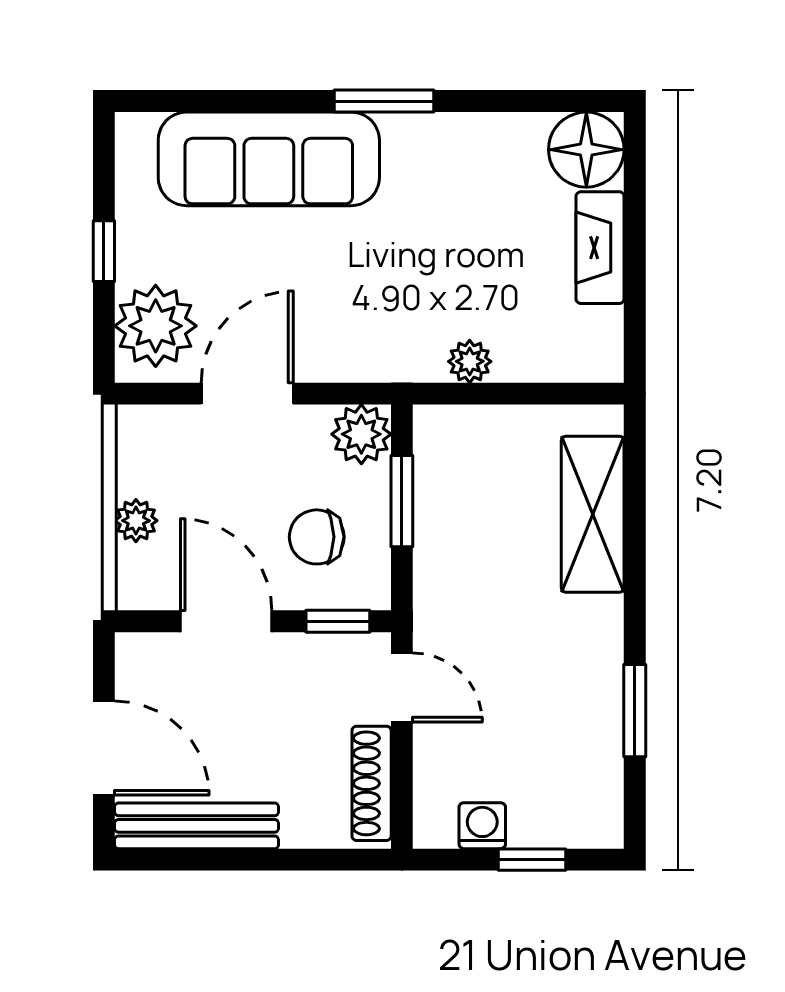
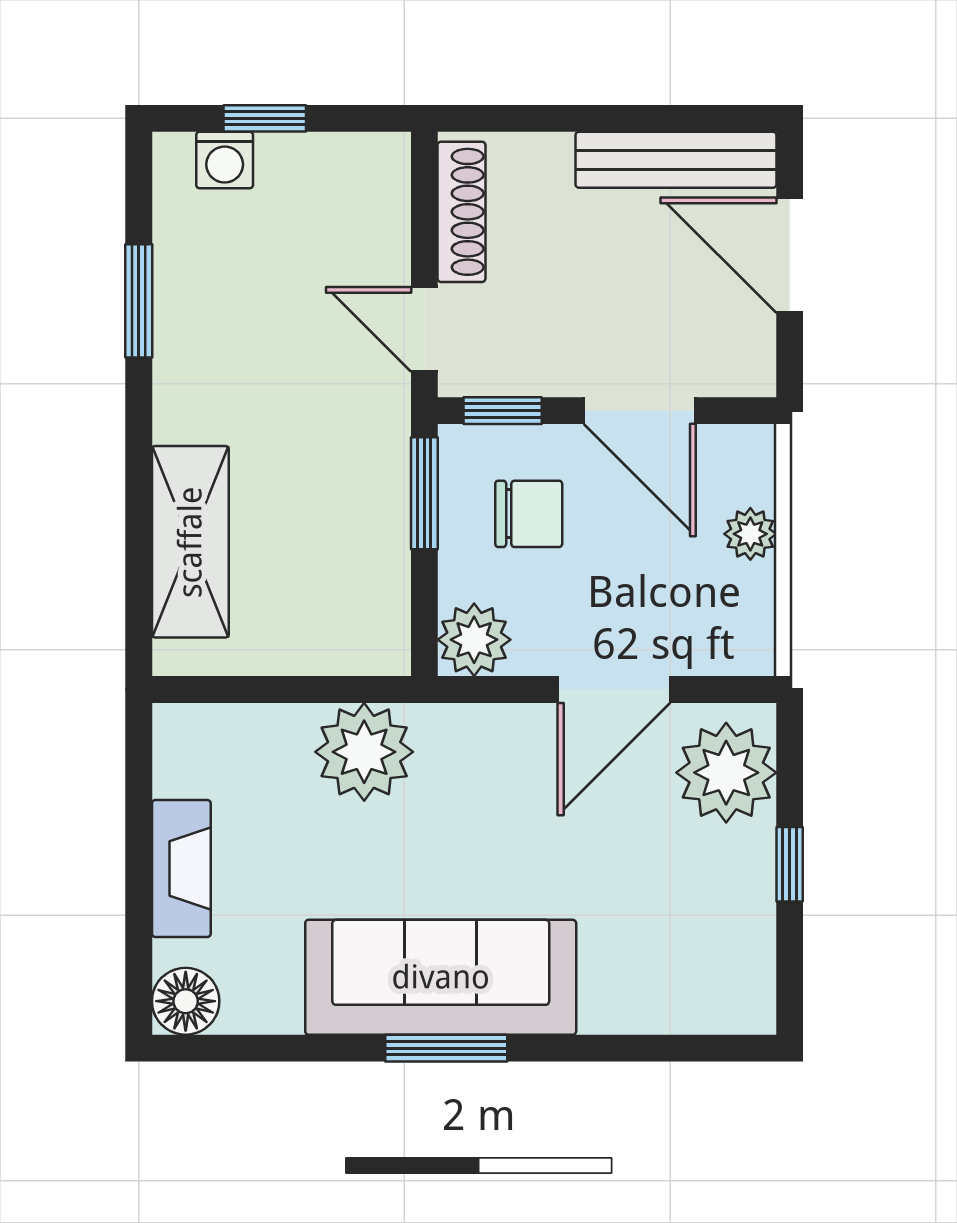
floor lamp: (586, 150) -> (186, 1001), width x0.73, depth x0.73
sofa: (269, 159) -> (441, 977), moved
plant: (470, 361) -> (364, 752), width x1.88, depth x1.88
window: (402, 501) -> (424, 493), moved
washing machine: (482, 826) -> (225, 160), moved

